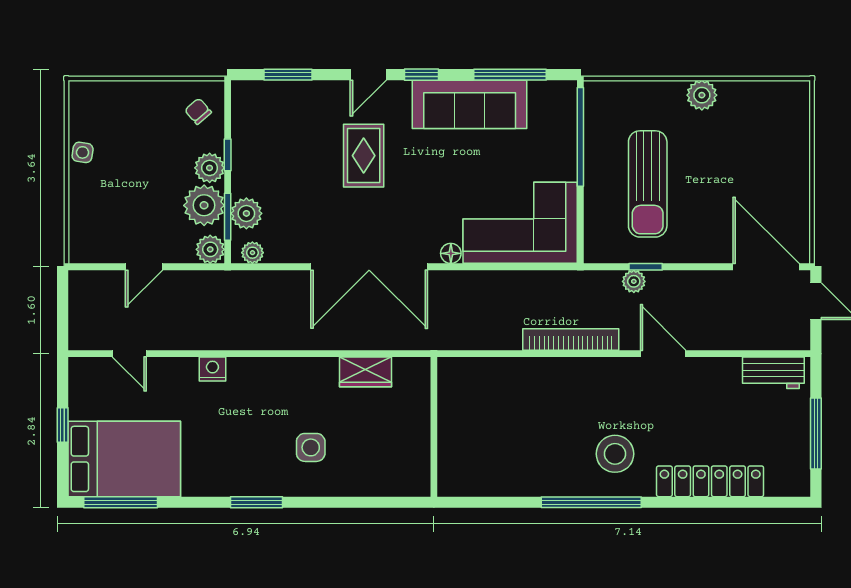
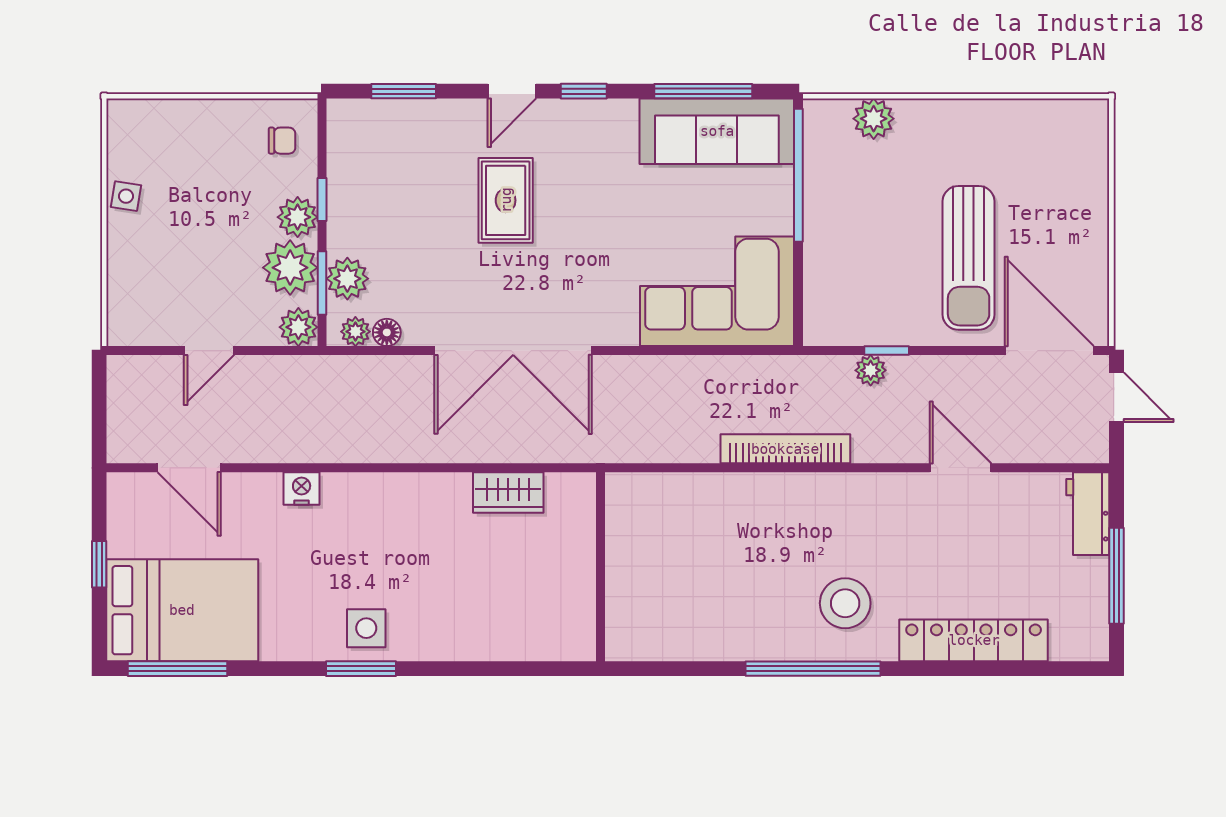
plant: (702, 95) -> (874, 119), moved
sofa: (470, 104) -> (717, 131), moved
chair: (198, 111) -> (282, 141), turned 131
sun lounger: (648, 184) -> (969, 258), moved
floor lamp: (451, 253) -> (387, 332), moved
door: (129, 354) -> (189, 468), width x1.38
door: (663, 354) -> (961, 468), moved
workbench: (773, 373) -> (1088, 514), moved, turned 90
side table: (311, 447) -> (366, 628), moved

